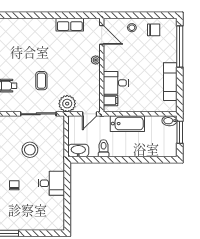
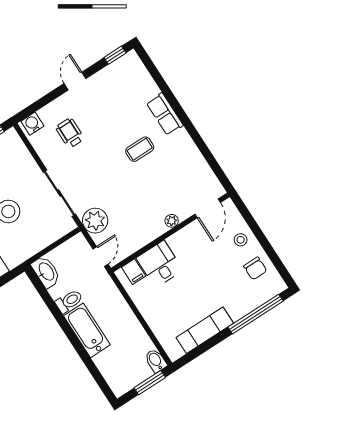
row of seats: (70, 25) -> (165, 114), moved
coffee table: (41, 81) -> (140, 149), moved
door: (90, 114) -> (100, 256), swing flipped
bathtub: (127, 124) -> (87, 330), moved, turned 180

